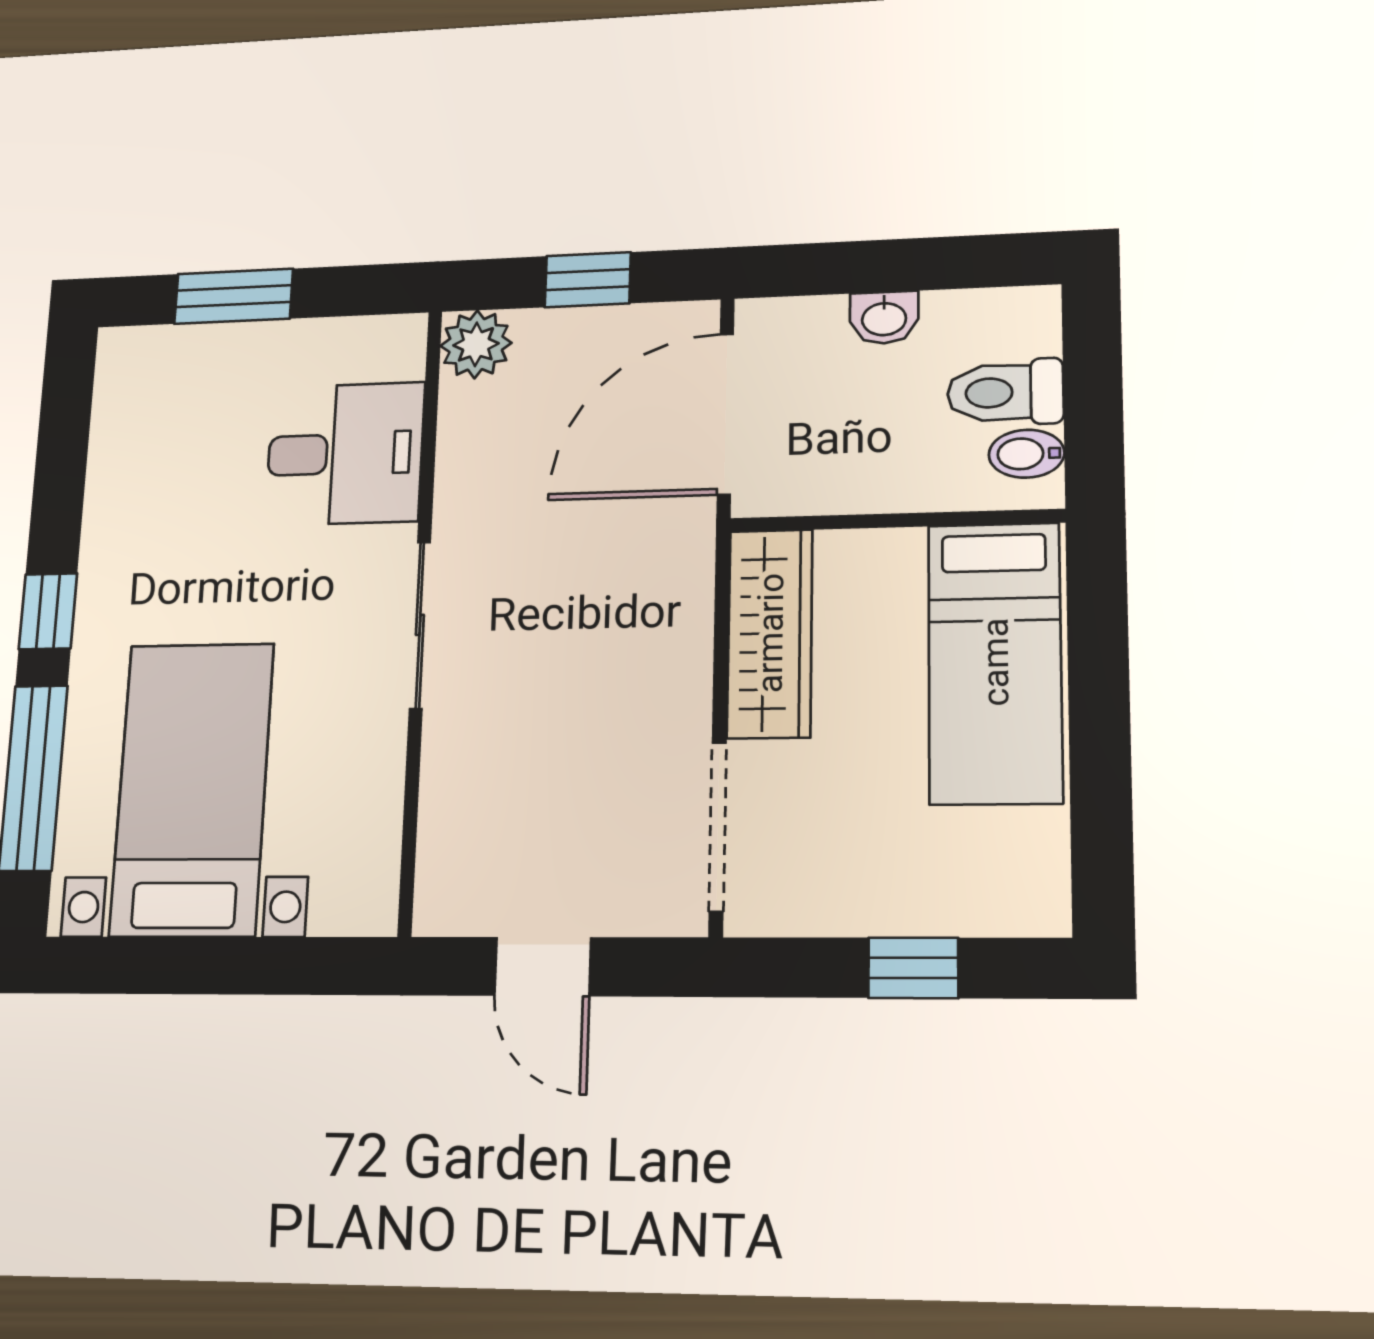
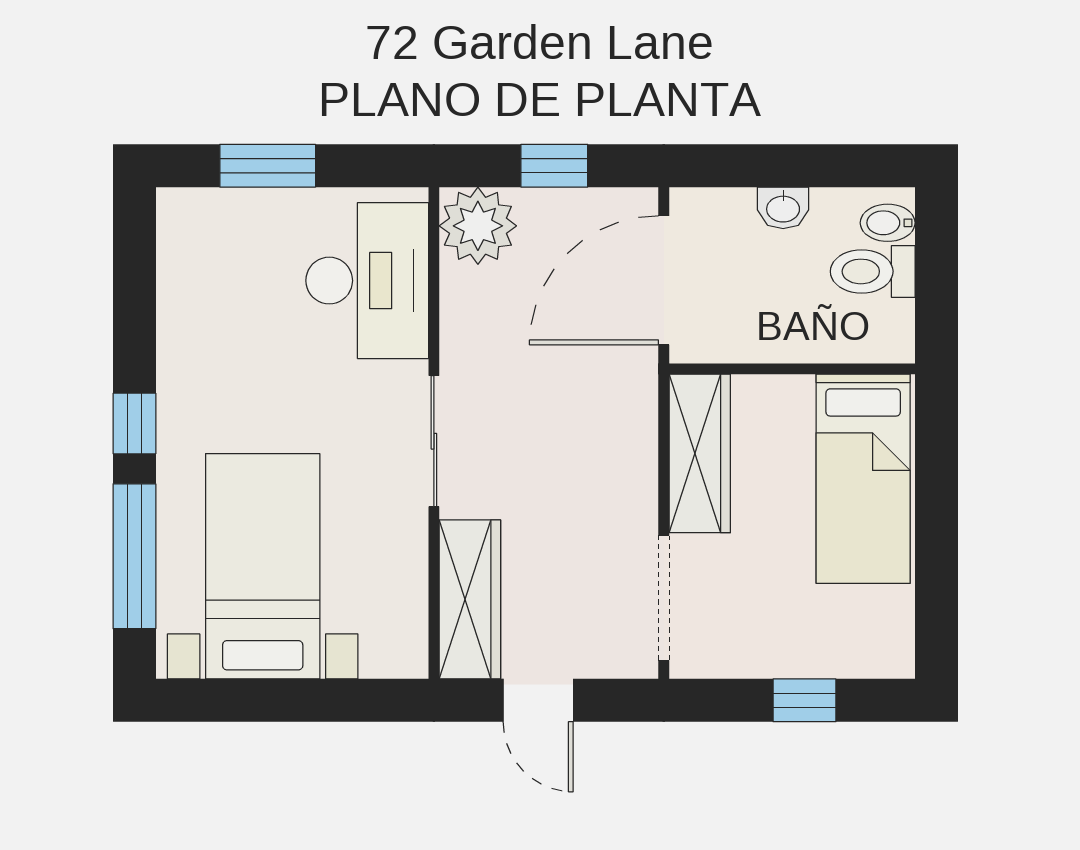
plant: (476, 344) -> (478, 226), width x1.36, depth x1.36
desk: (345, 454) -> (367, 281), width x1.37
bidet: (1027, 454) -> (888, 223), moved
wardrobe: (457, 830) -> (470, 599), added

